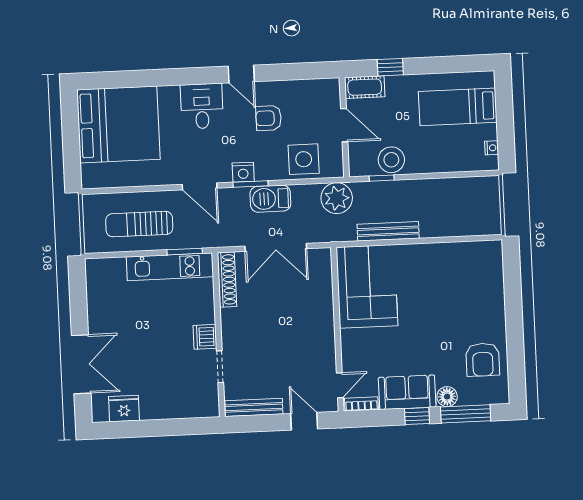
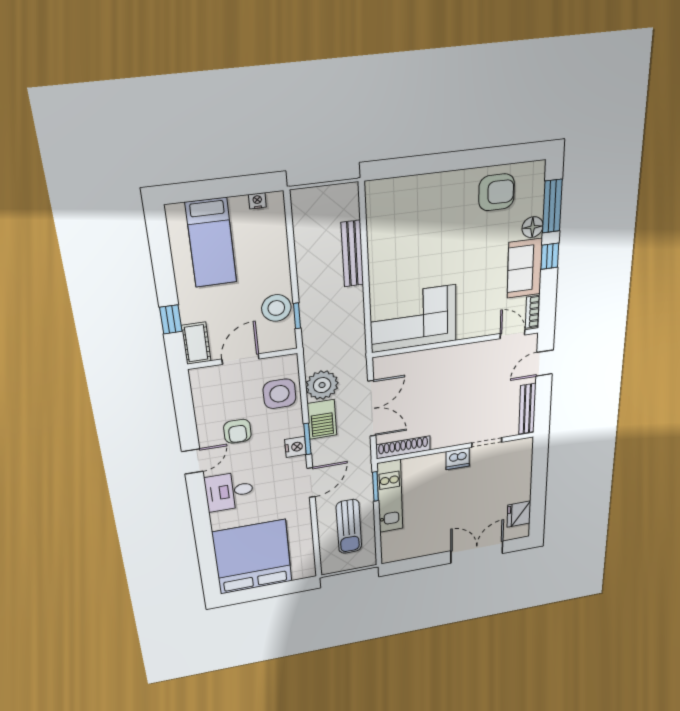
plant: (337, 198) -> (322, 385), moved
bench: (388, 231) -> (352, 254), moved

